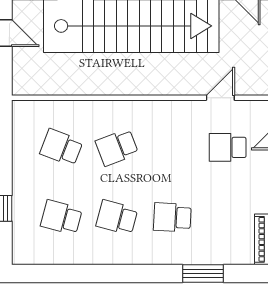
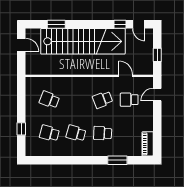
door: (220, 98) -> (126, 76), hinge flipped
school desk: (117, 147) -> (103, 100), moved

